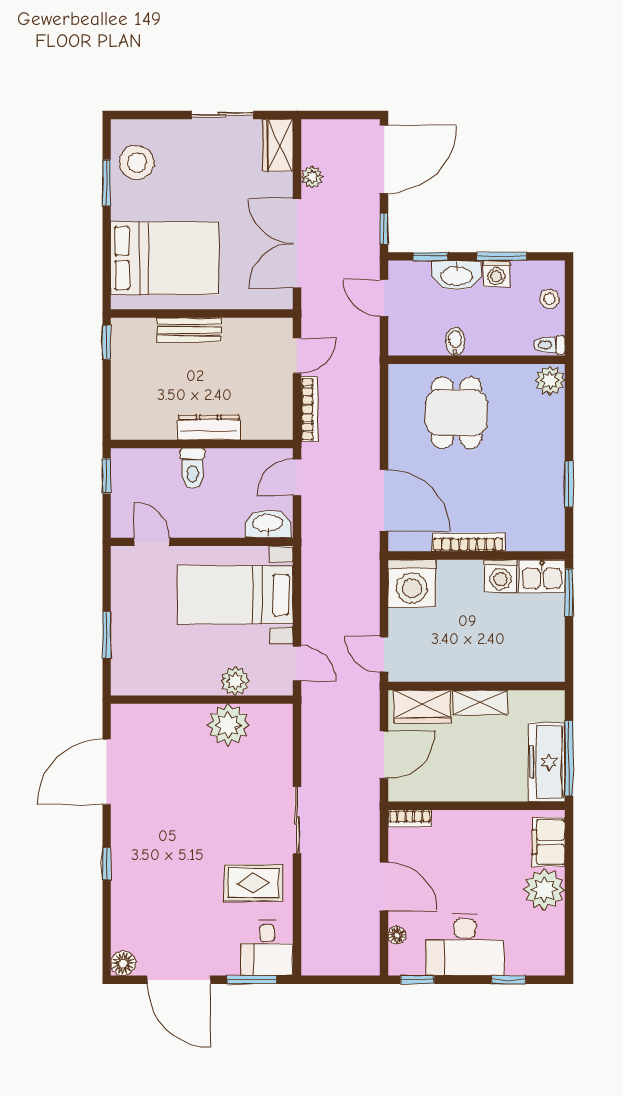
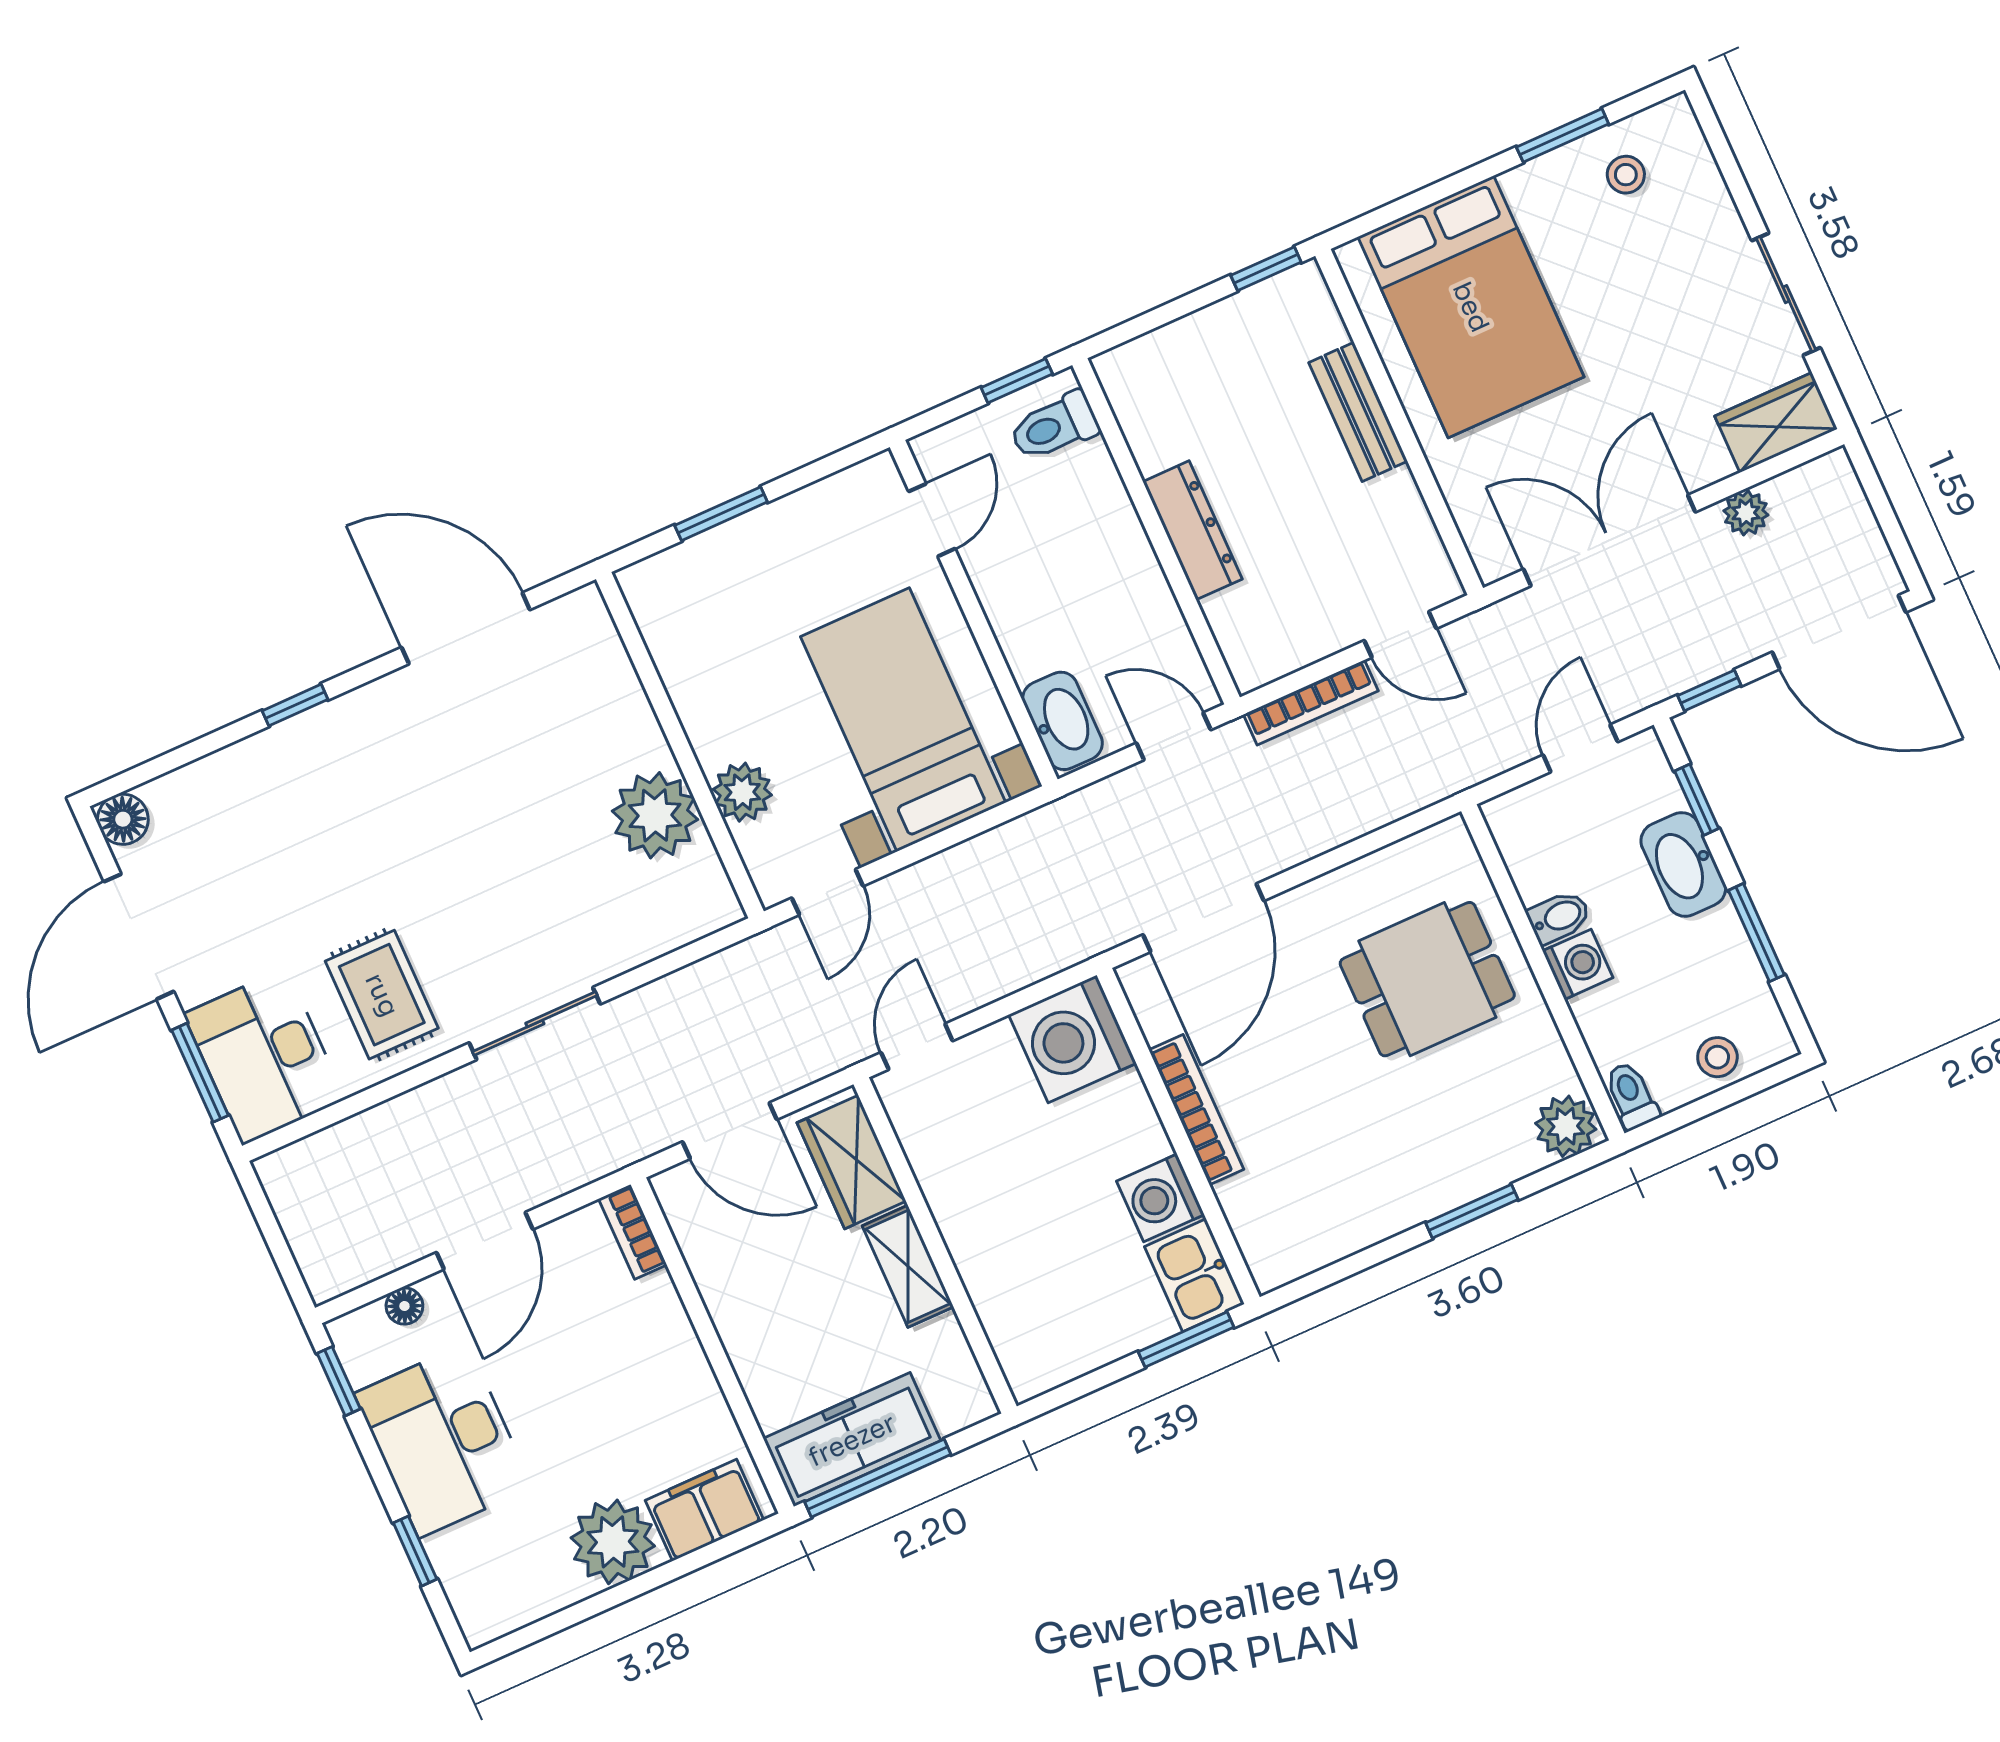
stool: (137, 162) -> (1626, 175), width x0.53, depth x0.53
washing machine: (496, 274) -> (1578, 964), moved, turned 180
toilet: (193, 468) -> (1054, 427), moved
window: (569, 484) -> (1472, 1211), moved
desk: (267, 948) -> (264, 1057), width x1.37

